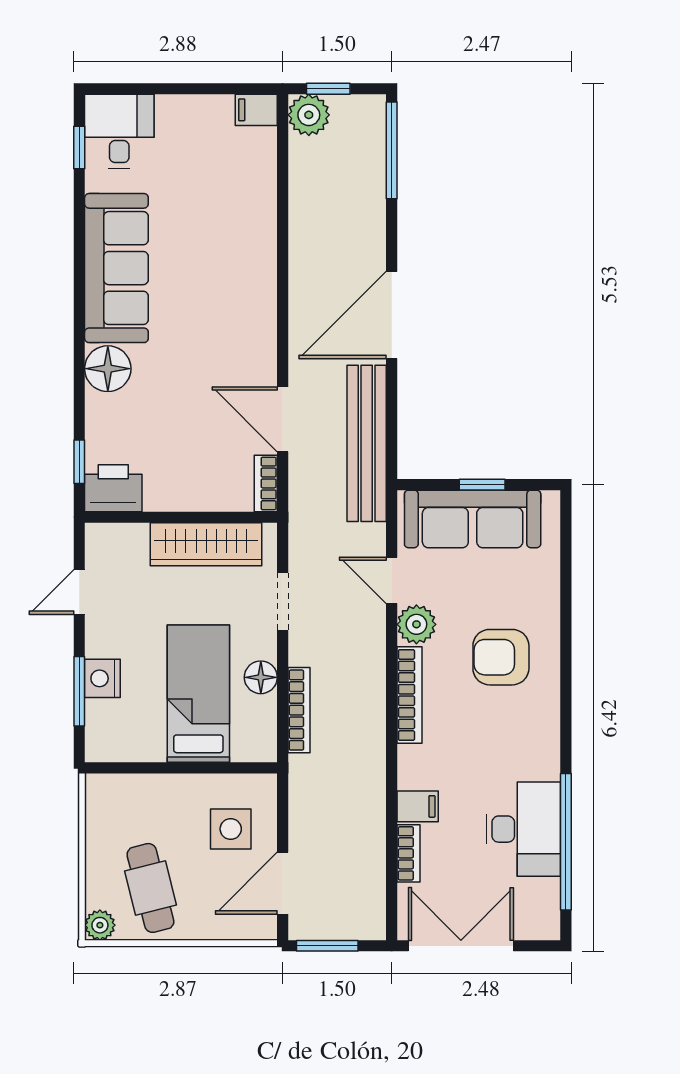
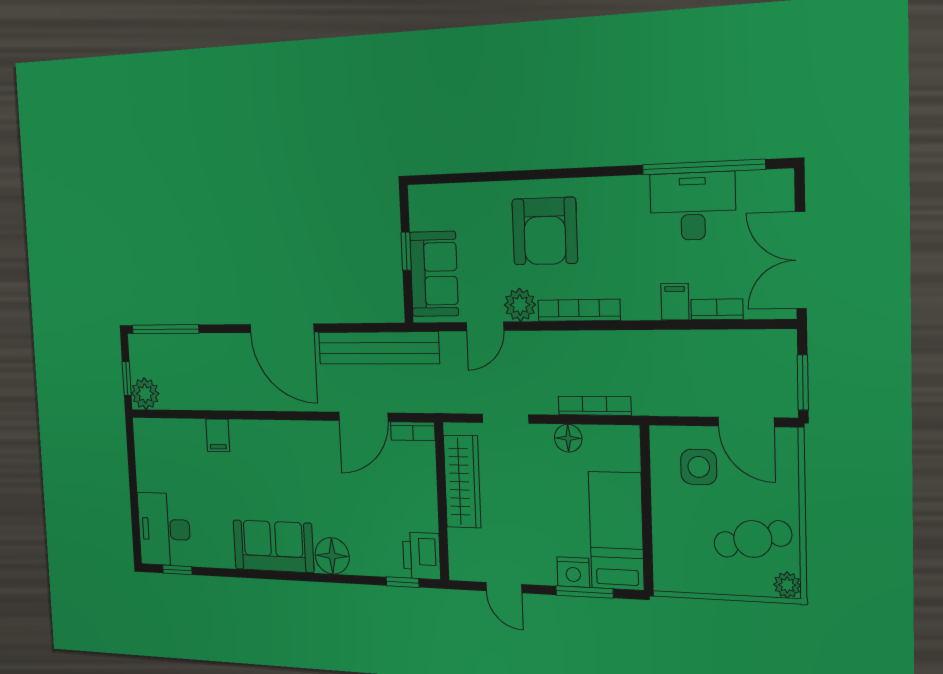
filing cabinet: (256, 110) -> (218, 435), moved
desk: (119, 131) -> (164, 529), width x1.37
sofa: (116, 268) -> (273, 546), width x0.73
sofa: (473, 519) -> (434, 274), width x0.73
armchair: (501, 657) -> (545, 231), width x1.36, depth x1.36
bed: (198, 694) -> (616, 531), moved, turned 90

